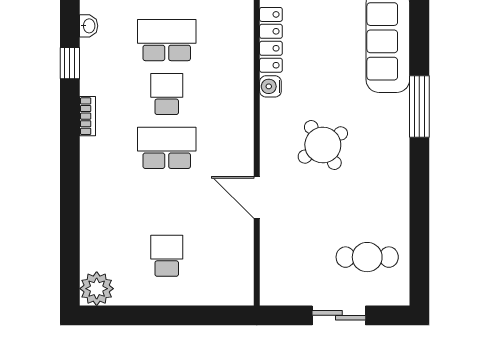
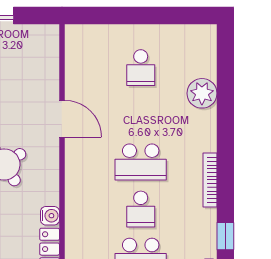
bookcase: (88, 116) -> (210, 180), width x1.56
plant: (97, 289) -> (202, 93), moved

